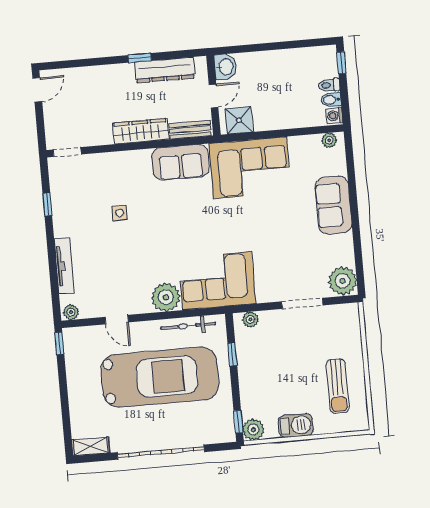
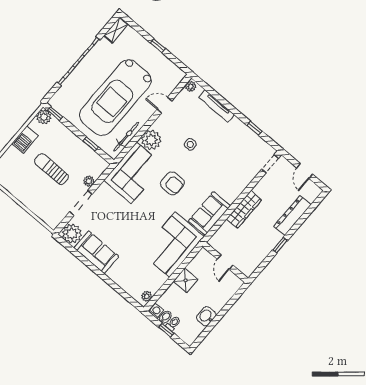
window: (341, 63) -> (166, 330), moved
washbasin: (225, 67) -> (206, 316), moved, turned 90
dresser: (165, 70) -> (292, 216), moved
door: (37, 90) -> (305, 171), moved
shower: (239, 120) -> (186, 280), moved
bench: (190, 130) -> (220, 234), removed
sofa: (333, 205) -> (96, 252), moved
side table: (119, 213) -> (190, 144), moved
armchair: (188, 231) -> (172, 183), added
plant: (250, 319) -> (89, 181), moved
window: (59, 343) -> (158, 46), moved
sun lounger: (338, 386) -> (52, 169), moved

